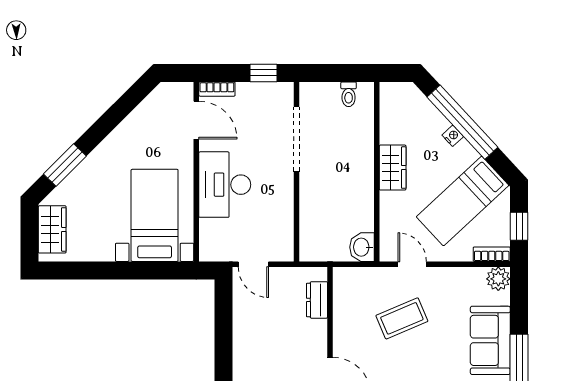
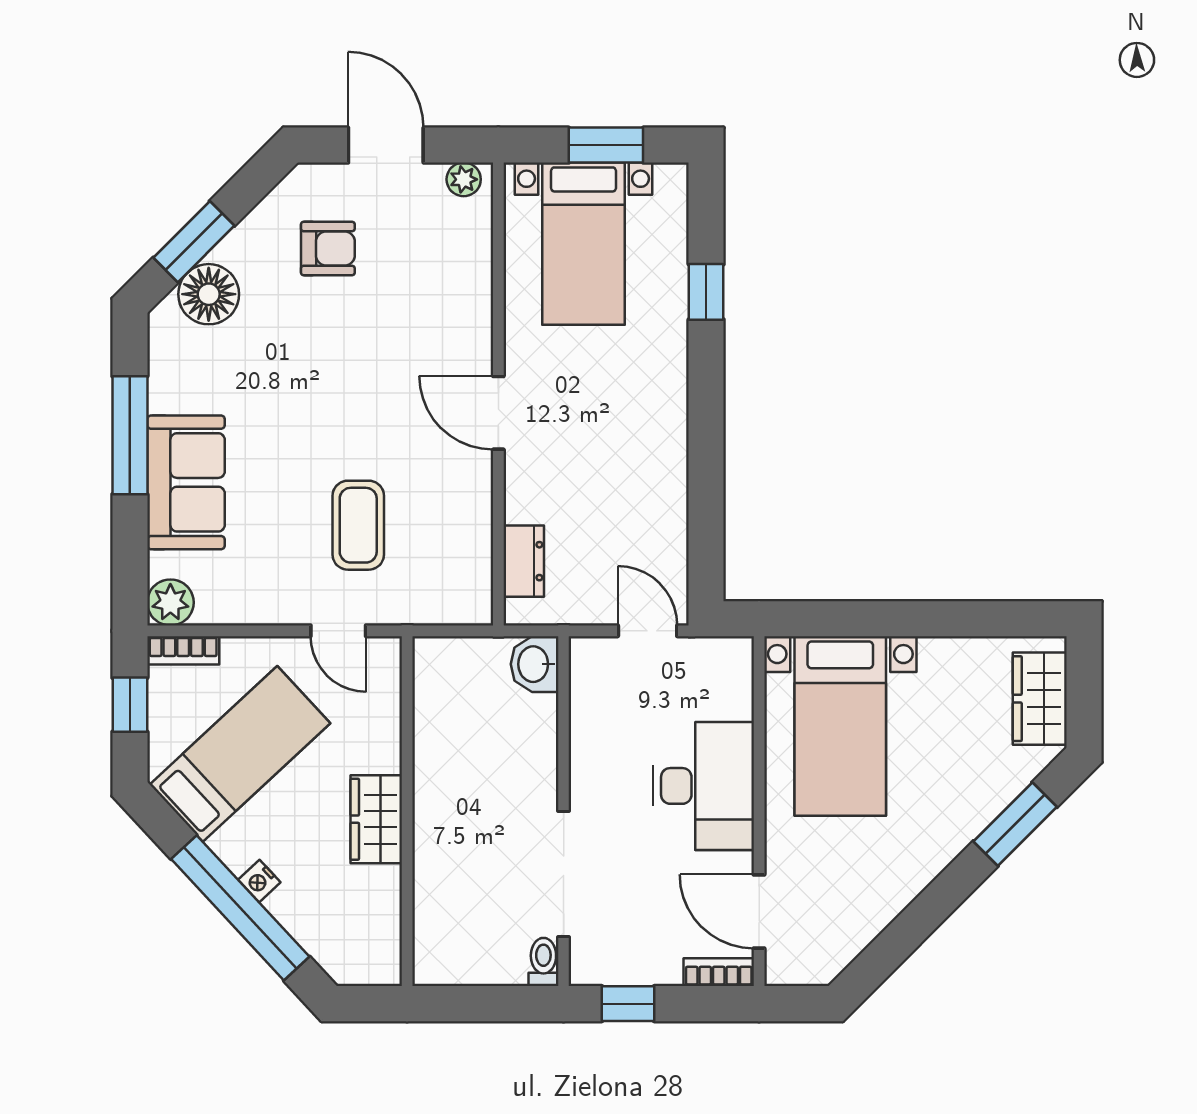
toilet: (349, 94) -> (543, 962), moved
washbasin: (362, 247) -> (535, 664), moved, turned 180
coffee table: (402, 318) -> (358, 525), turned -67

